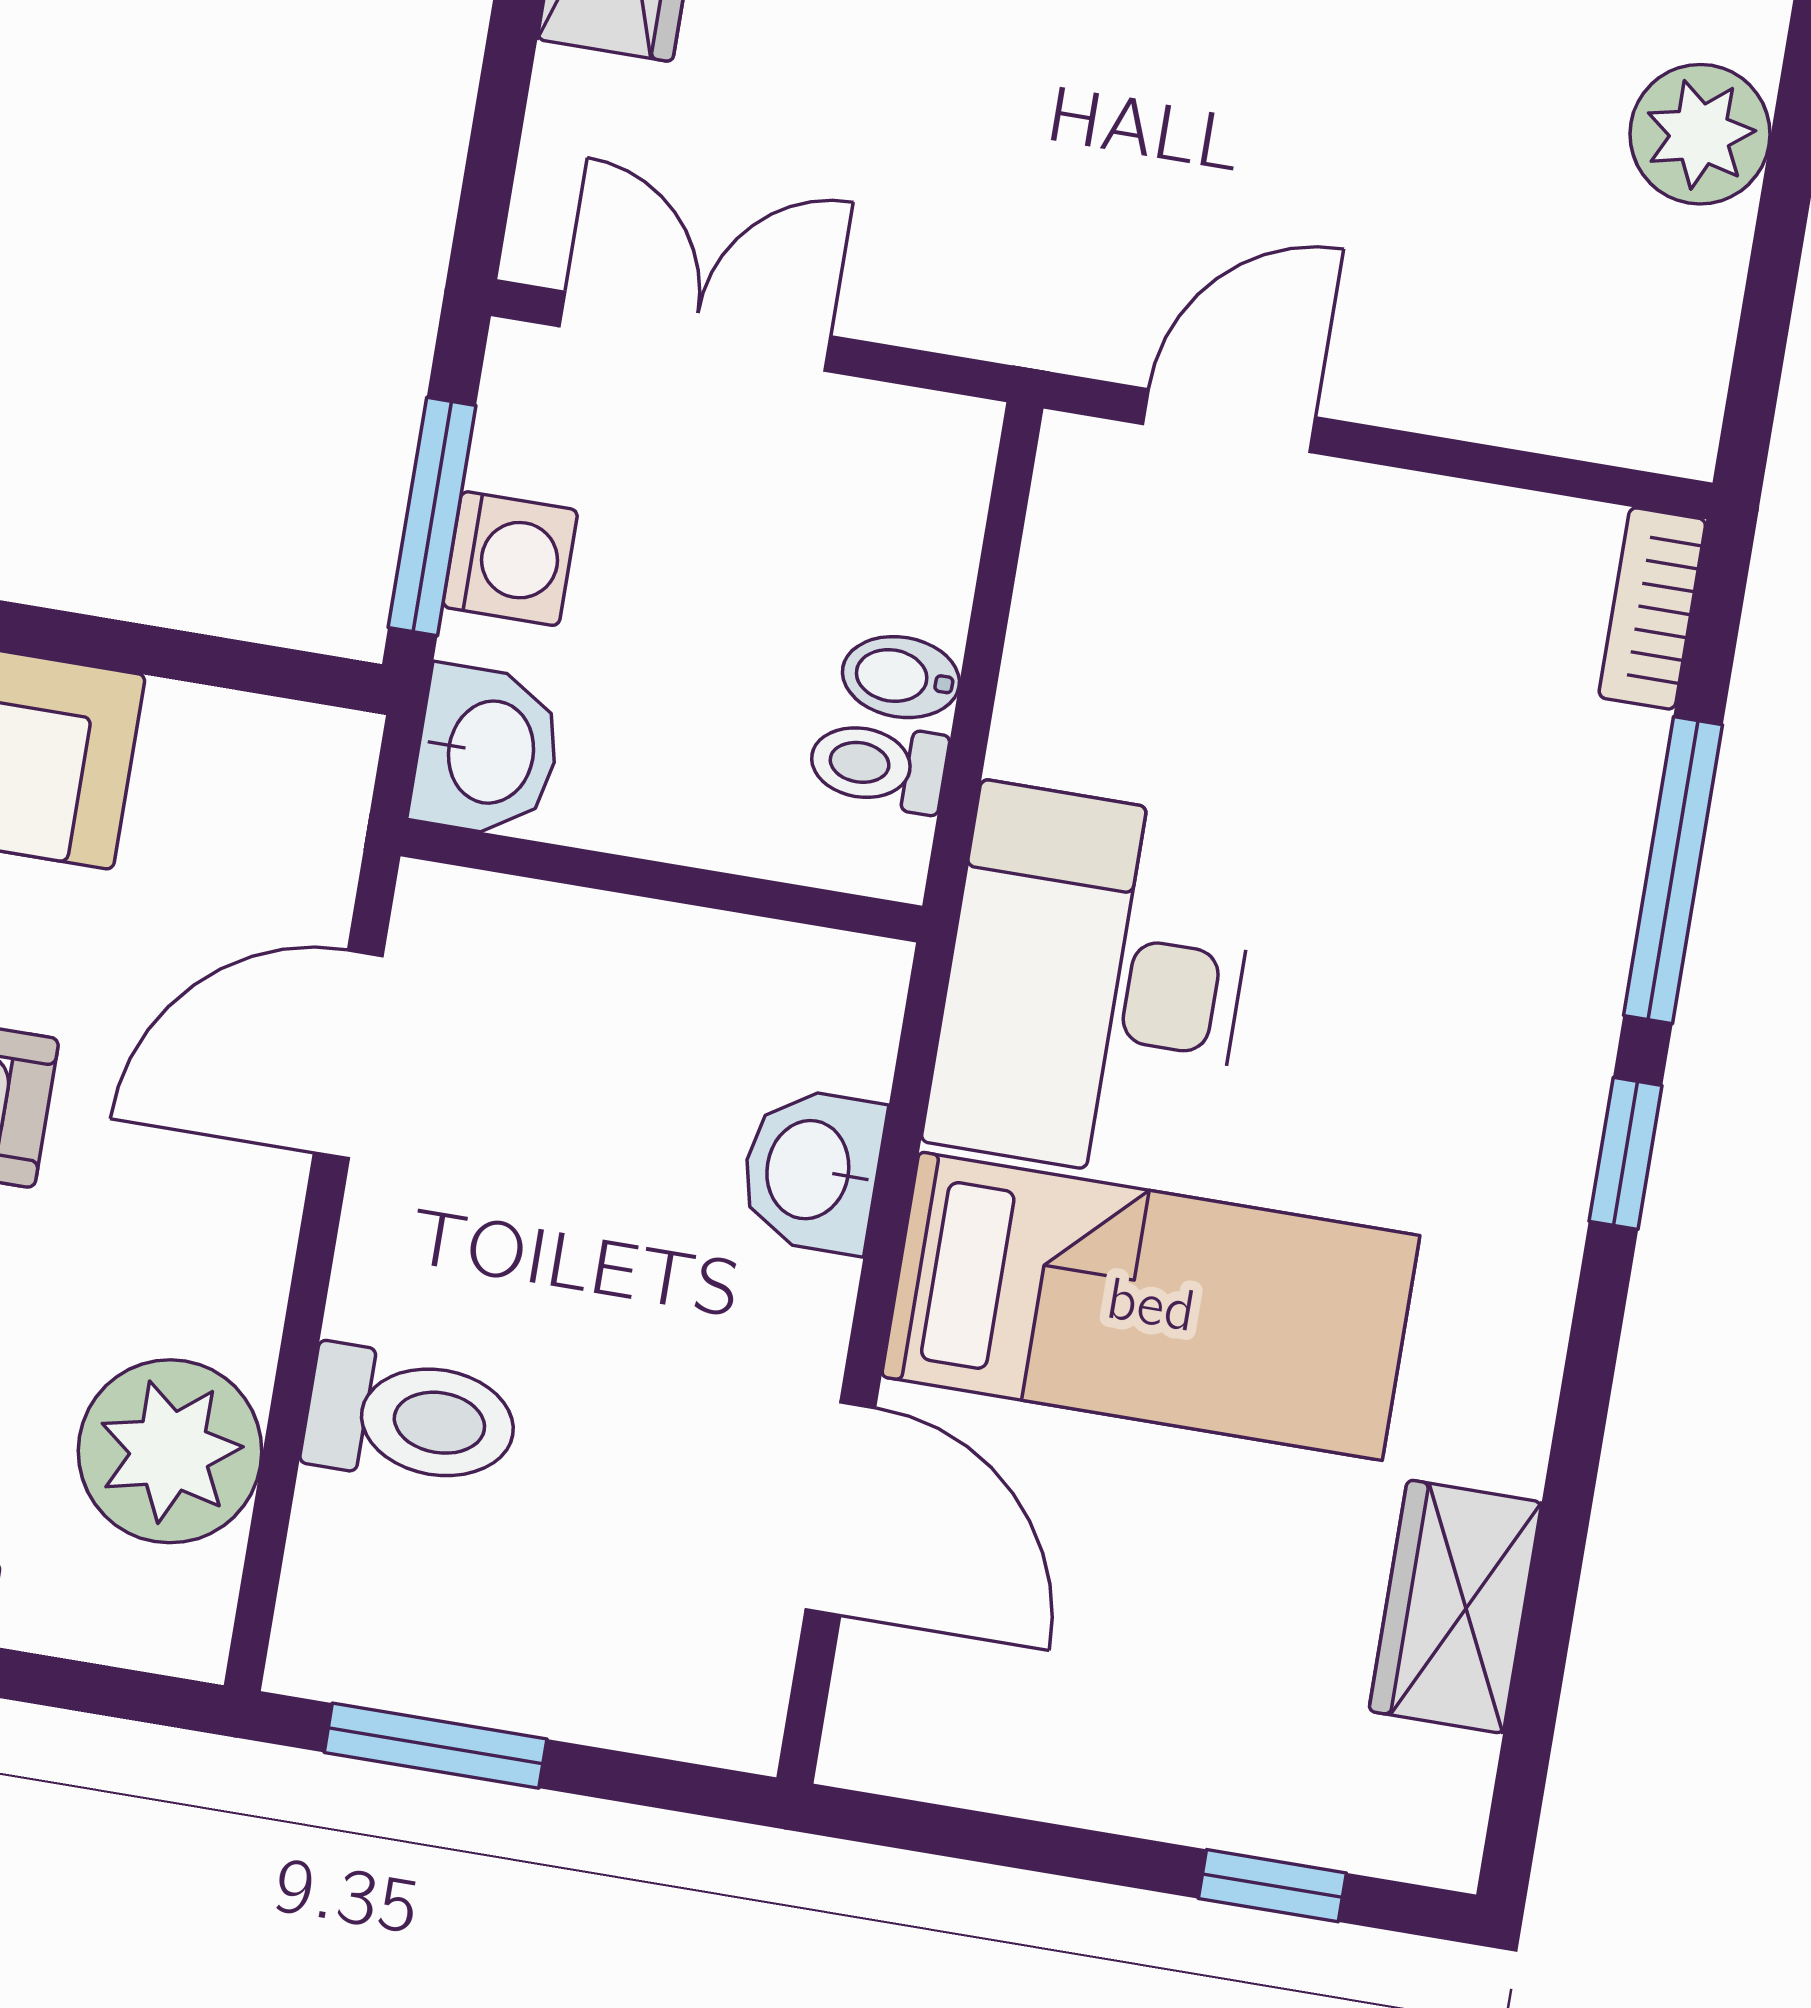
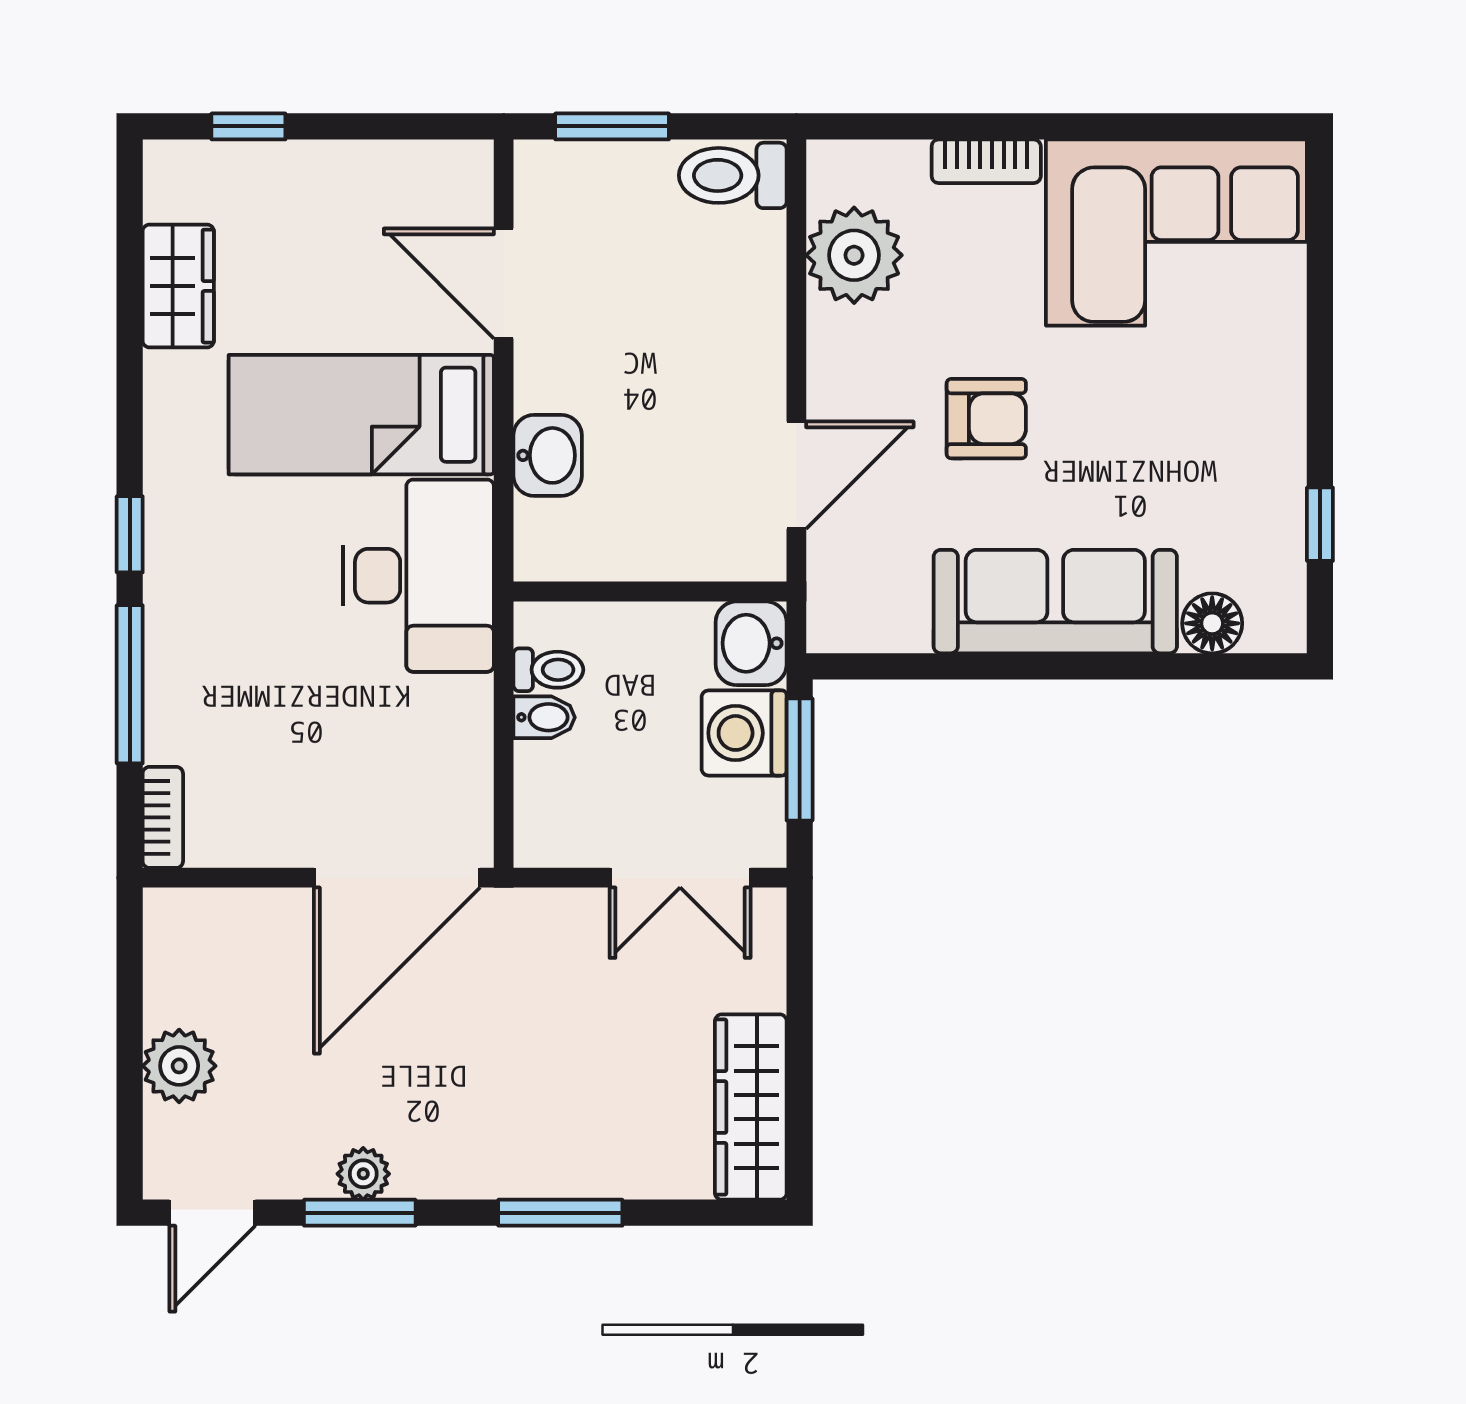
door: (1229, 421) -> (397, 878), width x1.88
washing machine: (510, 559) -> (744, 733), width x1.38, depth x1.38
toilet: (411, 1418) -> (733, 175), moved
window: (436, 1746) -> (612, 126), moved

